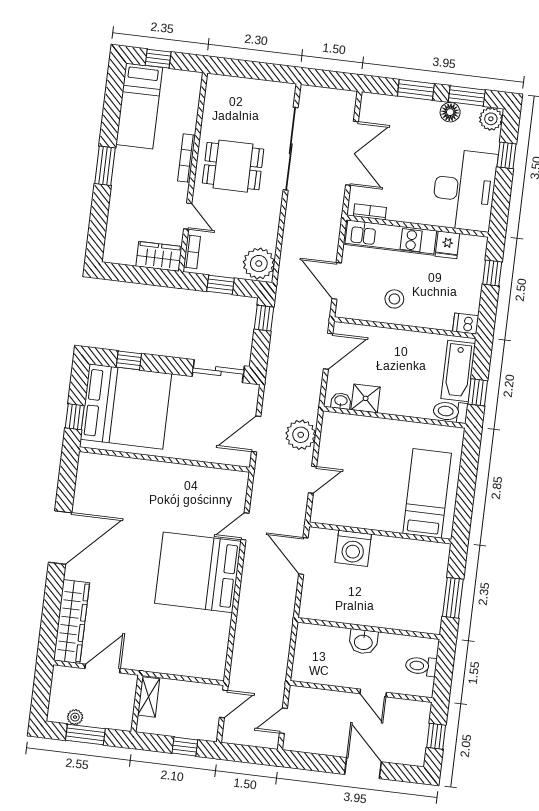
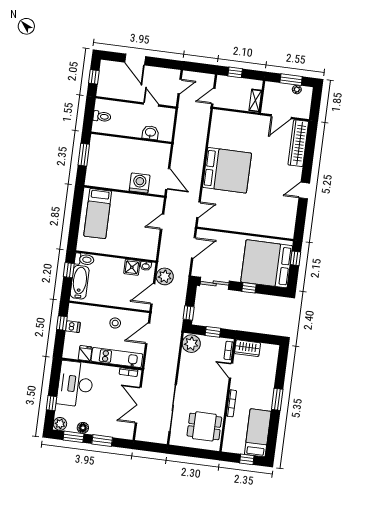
dining table: (233, 166) -> (204, 426), moved
window: (492, 273) -> (62, 323), moved
door: (337, 281) -> (148, 333), swing flipped
dishwasher: (466, 324) -> (73, 327), moved
window: (129, 360) -> (249, 288), moved
plant: (301, 435) -> (165, 276), moved
door: (245, 526) -> (198, 210), moved
door: (60, 537) -> (304, 191), width x0.53
washbasin: (363, 642) -> (150, 133), moved
door: (373, 693) -> (151, 104), moved

